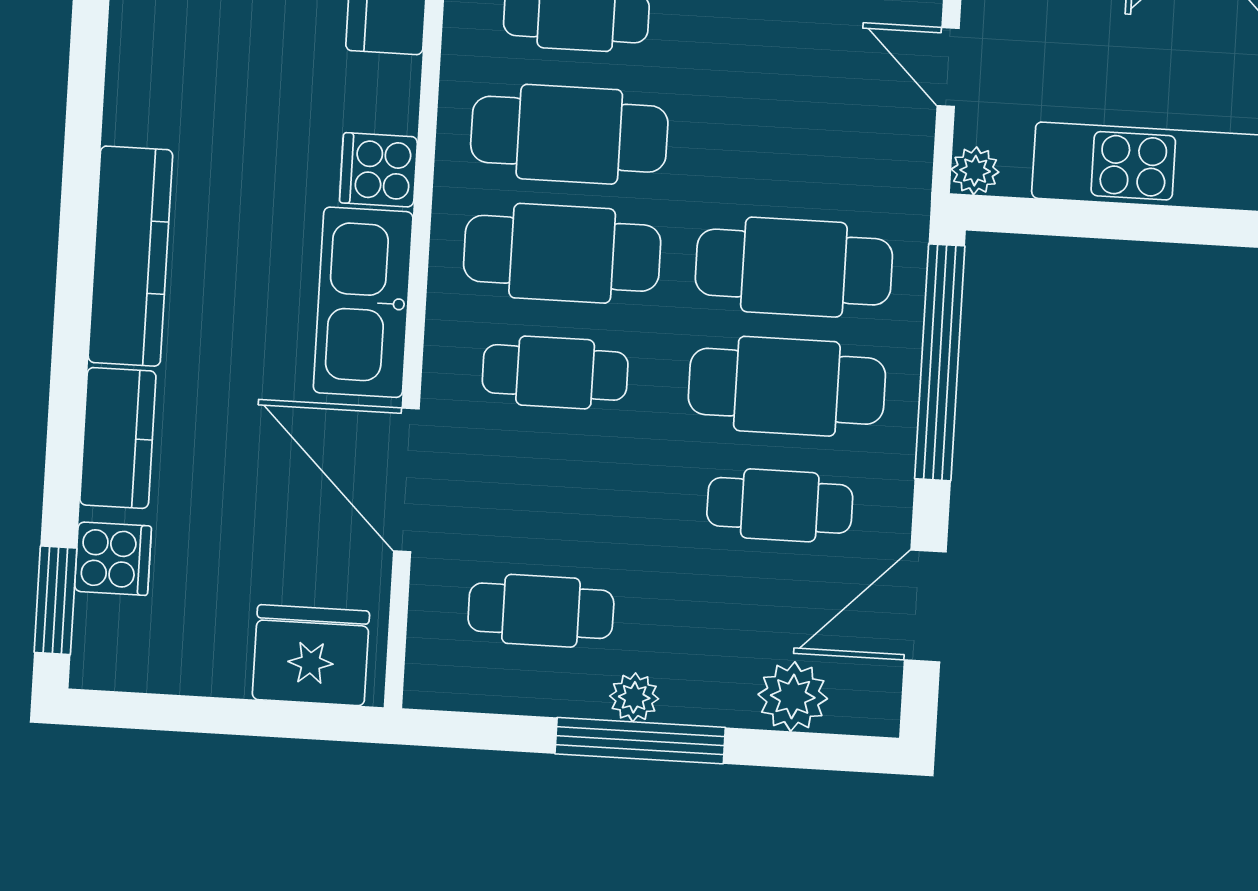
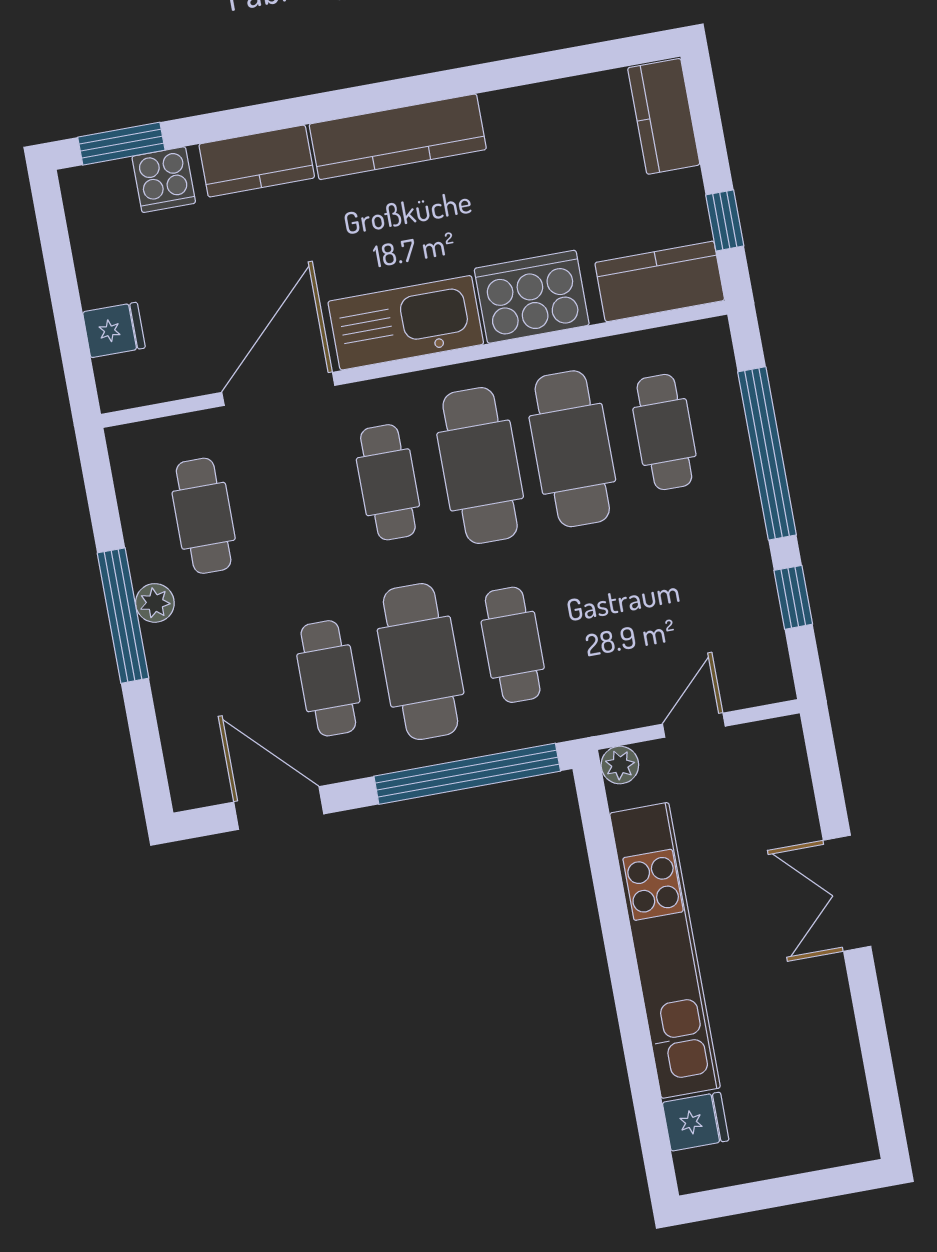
cooker: (379, 170) -> (532, 297), width x1.87, depth x1.31
cafe table: (794, 267) -> (513, 645), width x0.73, depth x0.74
fridge: (311, 655) -> (114, 330), width x0.53, depth x0.75
plant: (793, 697) -> (185, 724), removed

